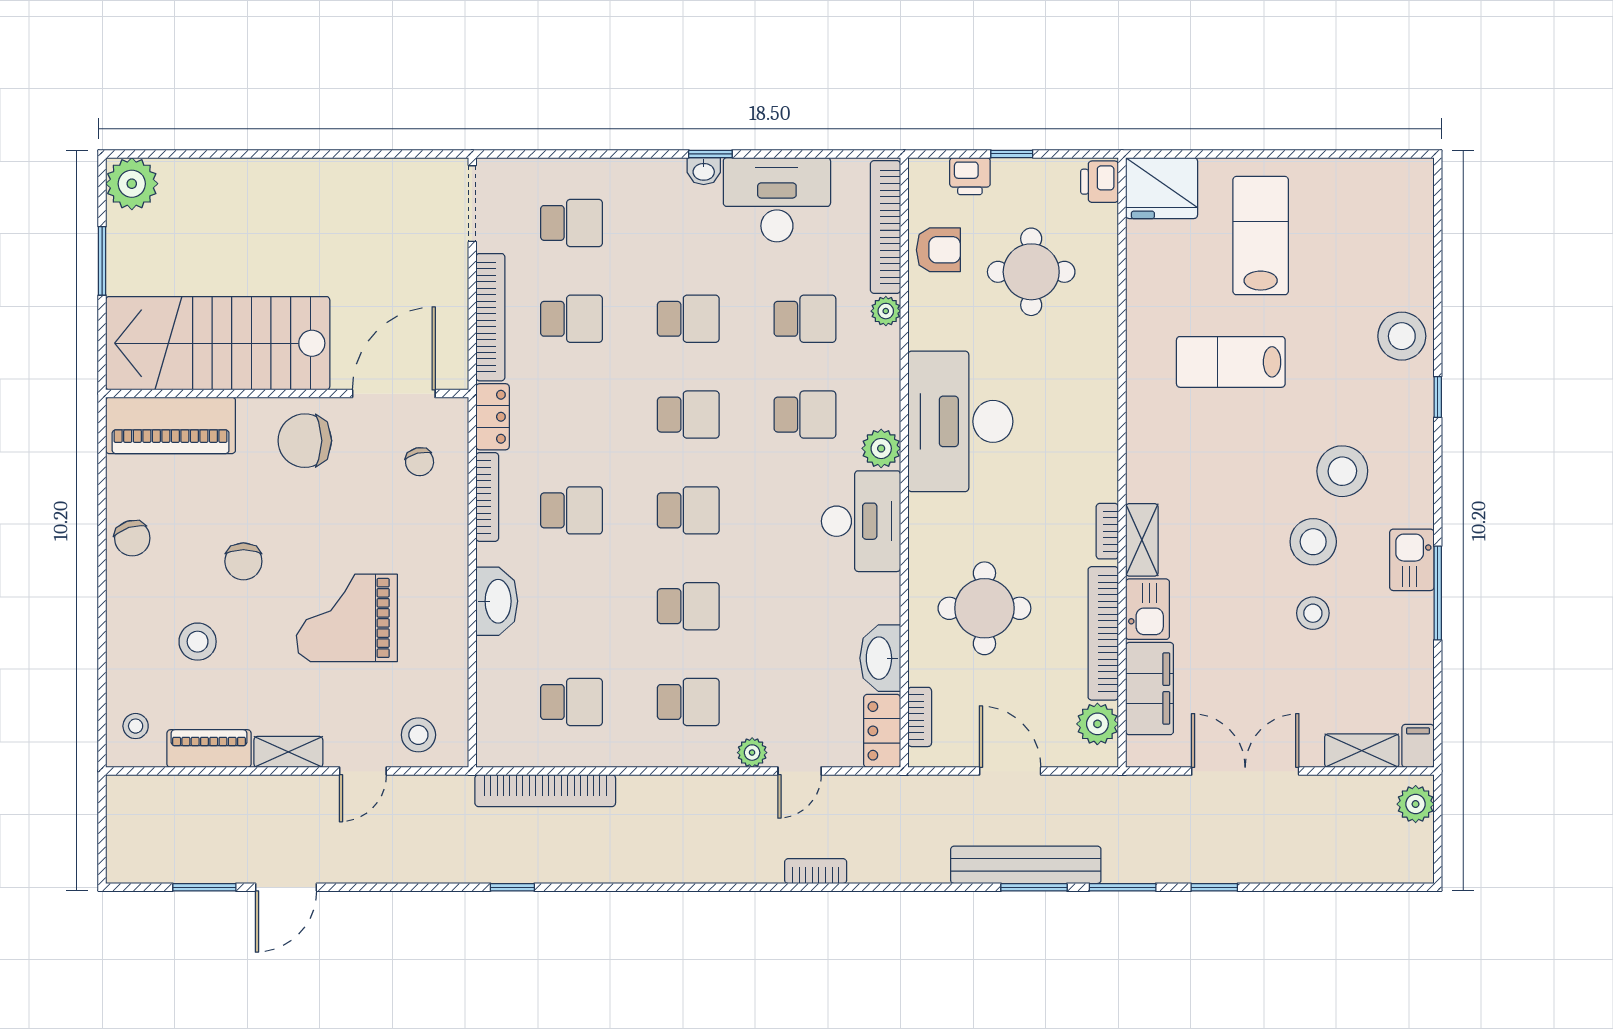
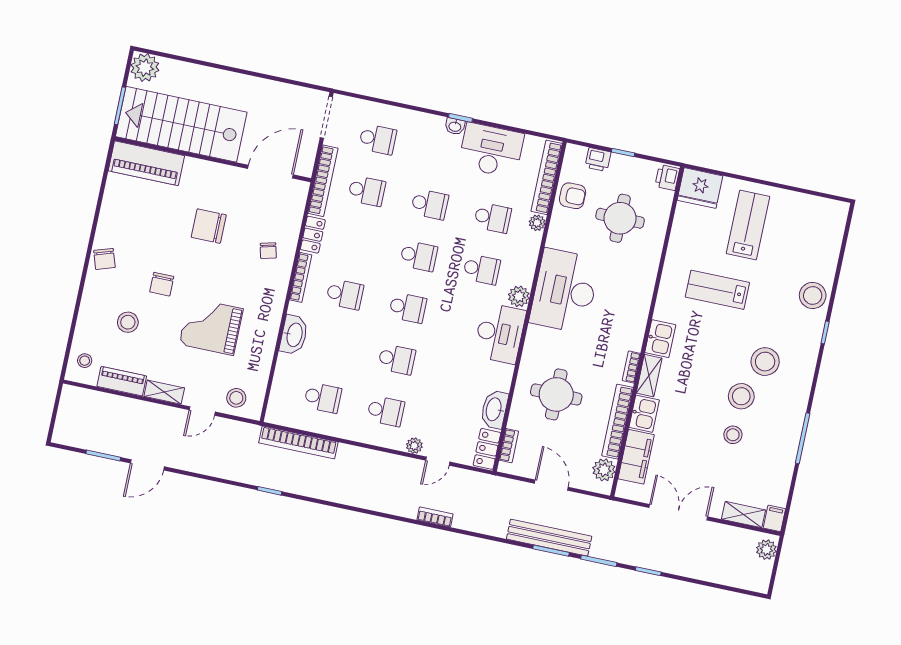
stairs: (218, 343) -> (181, 124), moved
wall: (287, 394) -> (213, 159), moved
door: (394, 394) -> (270, 172), moved
piano: (171, 425) -> (146, 163), moved
kitchen sink: (1412, 560) -> (660, 339), moved, turned 180

